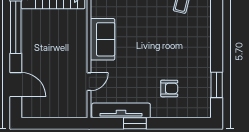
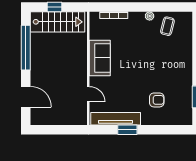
door: (89, 82) -> (88, 94), hinge flipped

